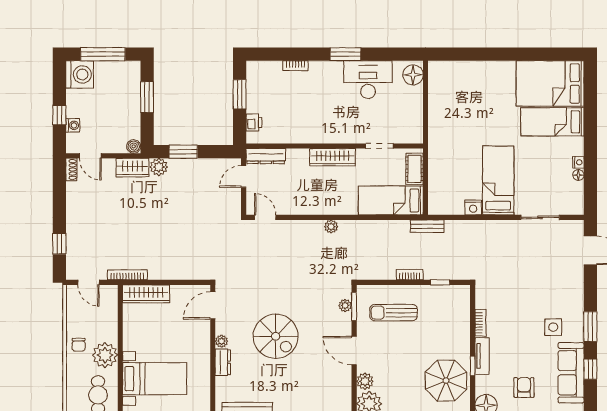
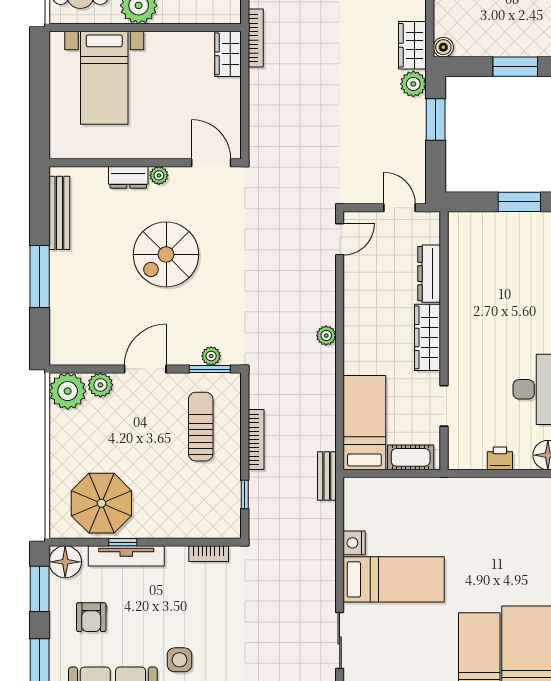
printer: (254, 122) -> (500, 458), moved, turned 180
dresser: (266, 156) -> (429, 274), moved
bookcase: (410, 275) -> (256, 440), width x1.56
wardrobe: (146, 294) -> (228, 54), width x0.67
bookcase: (480, 323) -> (209, 554), moved
tv unit: (482, 356) -> (126, 556), width x1.41
armchair: (524, 388) -> (91, 617), turned 90

